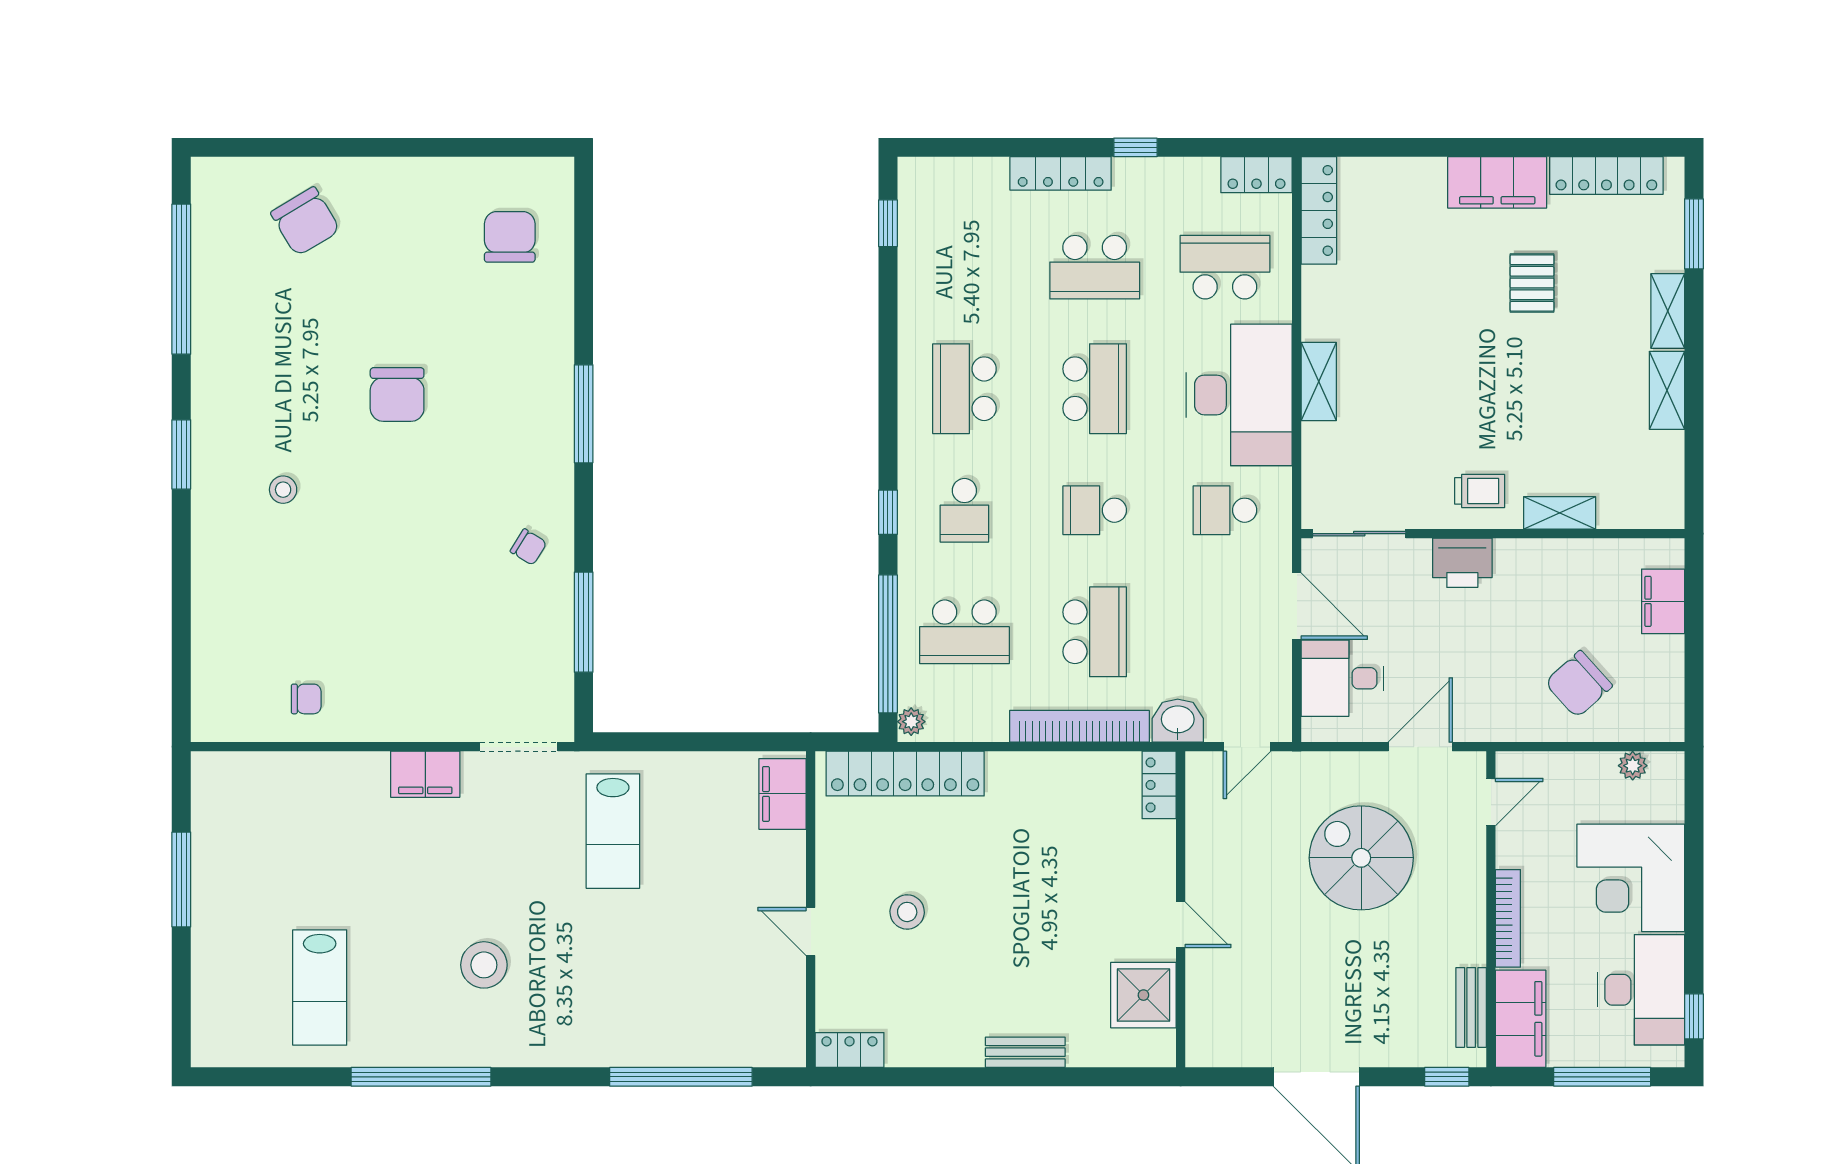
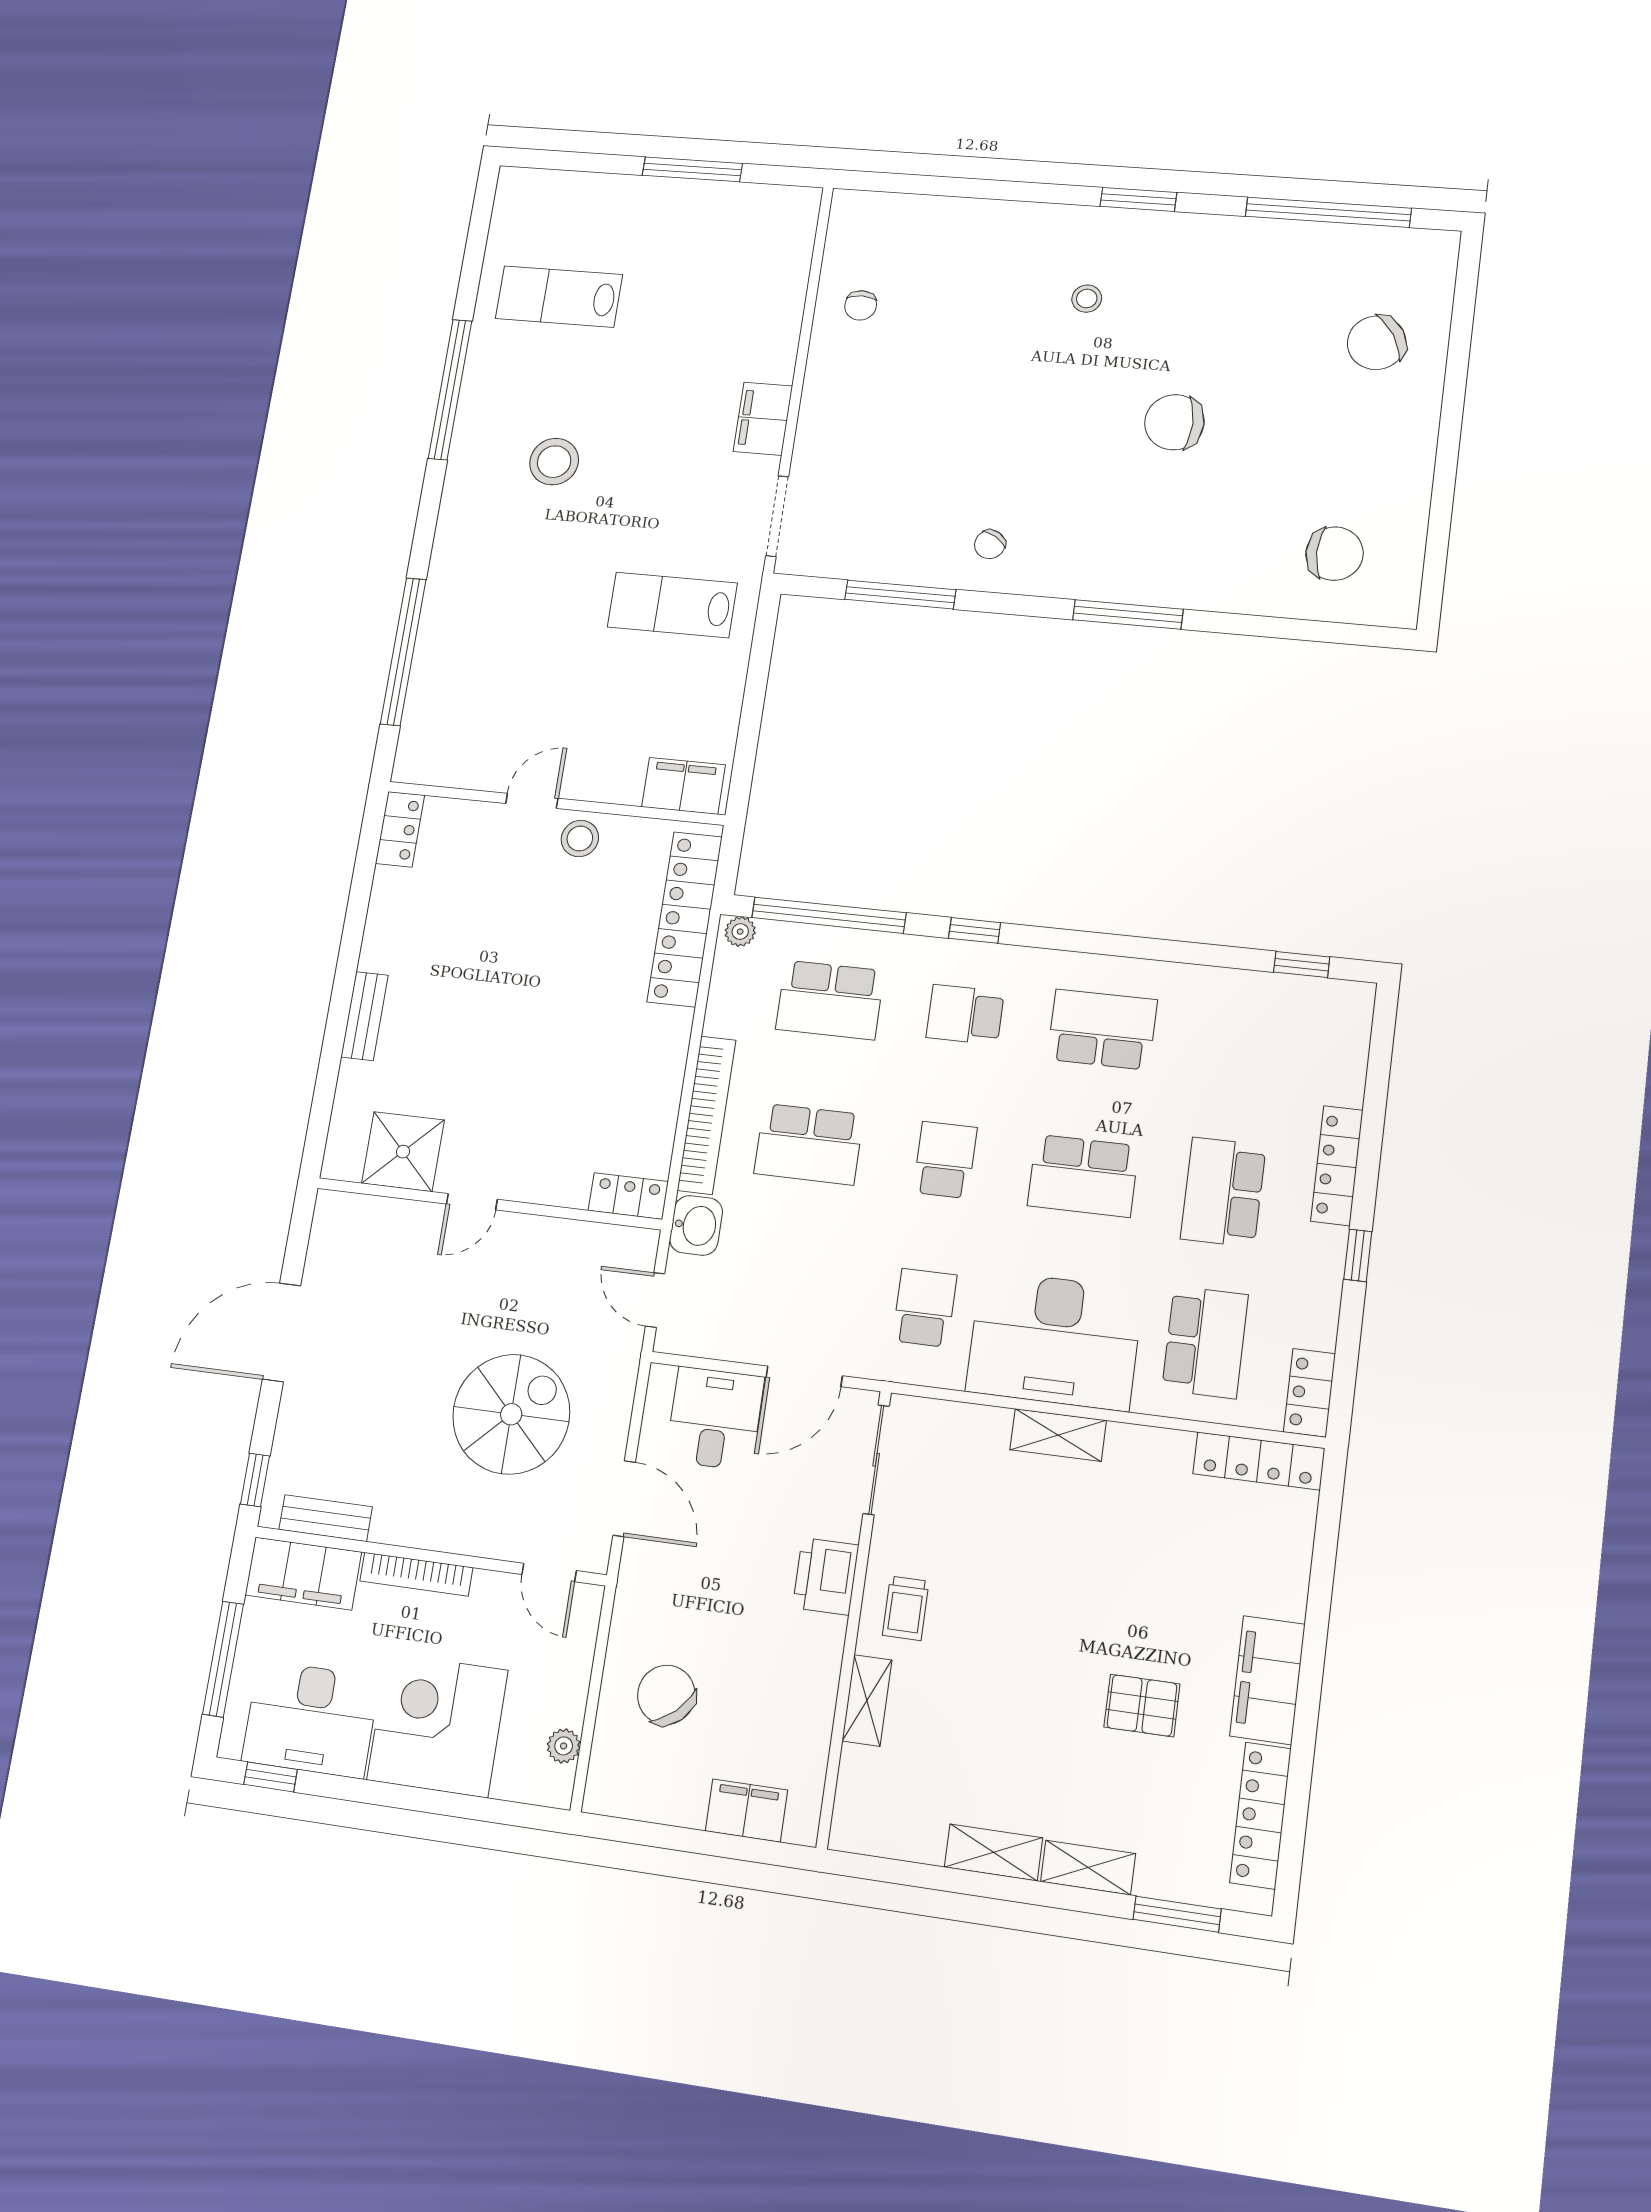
school desk: (964, 632) -> (830, 1000), turned -90
stool: (907, 912) -> (580, 838), moved

